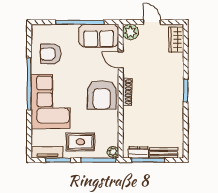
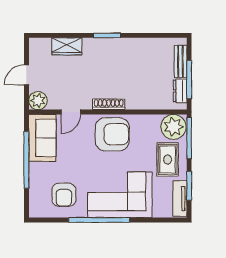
wardrobe: (176, 40) -> (67, 46), moved
plant: (113, 152) -> (173, 127), width x1.87, depth x1.87

